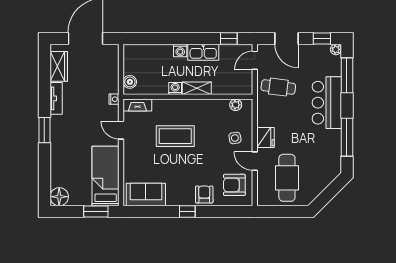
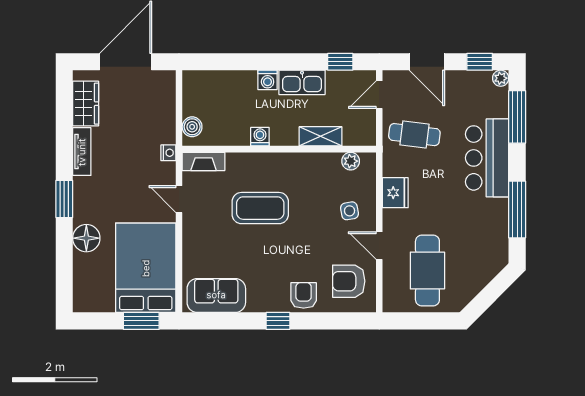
shelving: (197, 88) -> (321, 136), moved
fridge: (265, 137) -> (395, 193), moved
bed: (106, 176) -> (146, 268), width x1.50
floor lamp: (59, 197) -> (86, 238), moved

